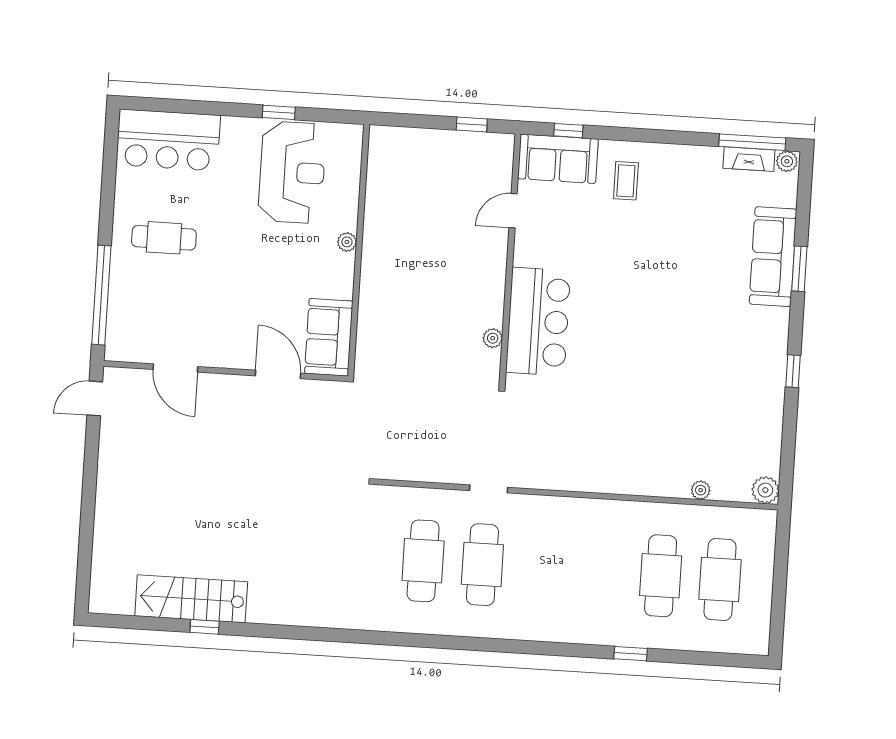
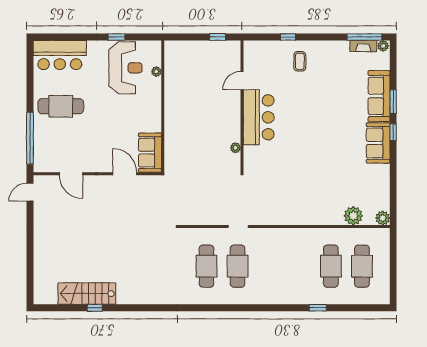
window: (568, 131) -> (288, 37), moved
sofa: (558, 159) -> (378, 143), moved, turned 90
cafe table: (164, 238) -> (61, 106), width x1.37, depth x1.35
plant: (347, 242) -> (156, 72), moved
bar counter: (538, 321) -> (259, 117), moved
window: (793, 371) -> (393, 132), moved
plant: (701, 490) -> (353, 216), width x1.87, depth x1.87

